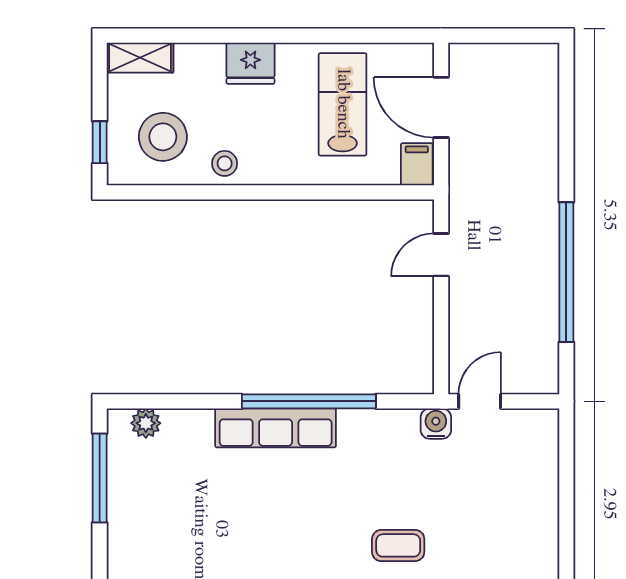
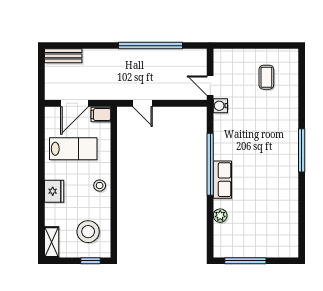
bench: (544, 83) -> (63, 56), added
lab bench: (343, 104) -> (73, 149), turned 180
stool: (225, 163) -> (100, 186), moved
plant: (146, 423) -> (220, 216), moved
row of seats: (276, 428) -> (222, 180), width x0.68
coffee table: (398, 545) -> (266, 77), moved

